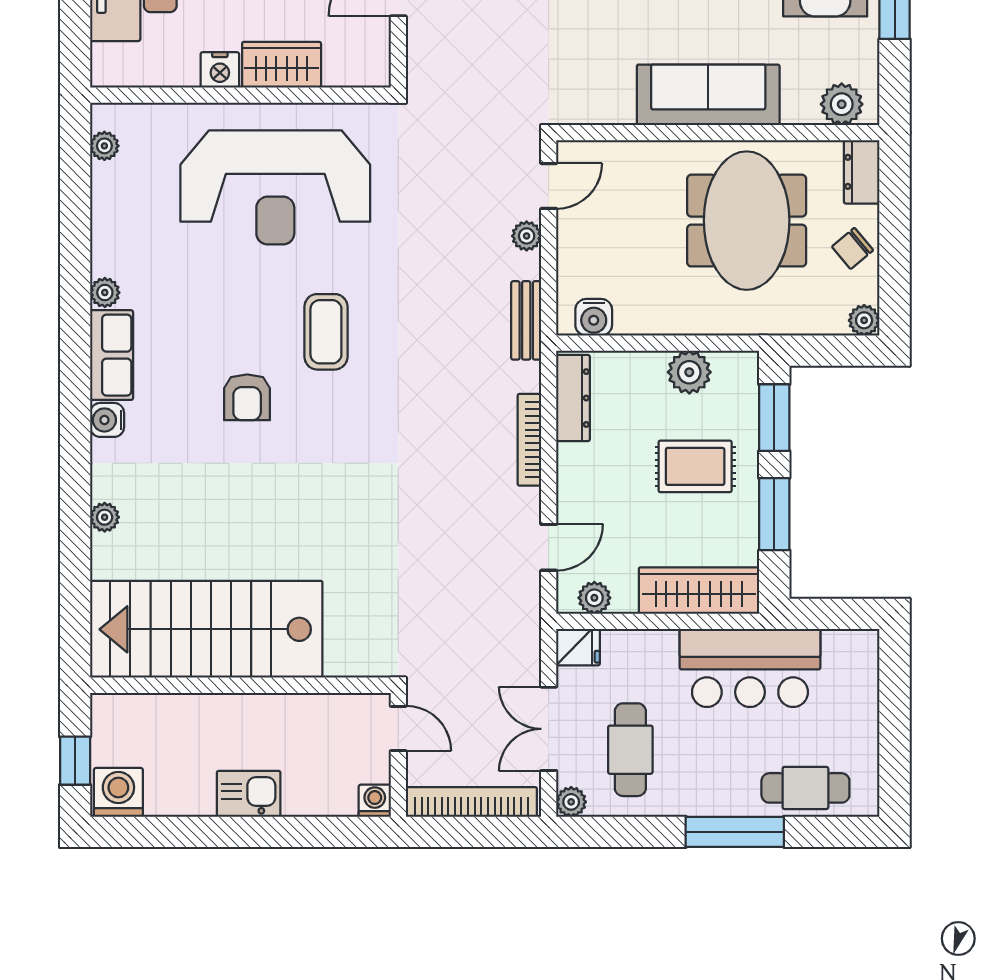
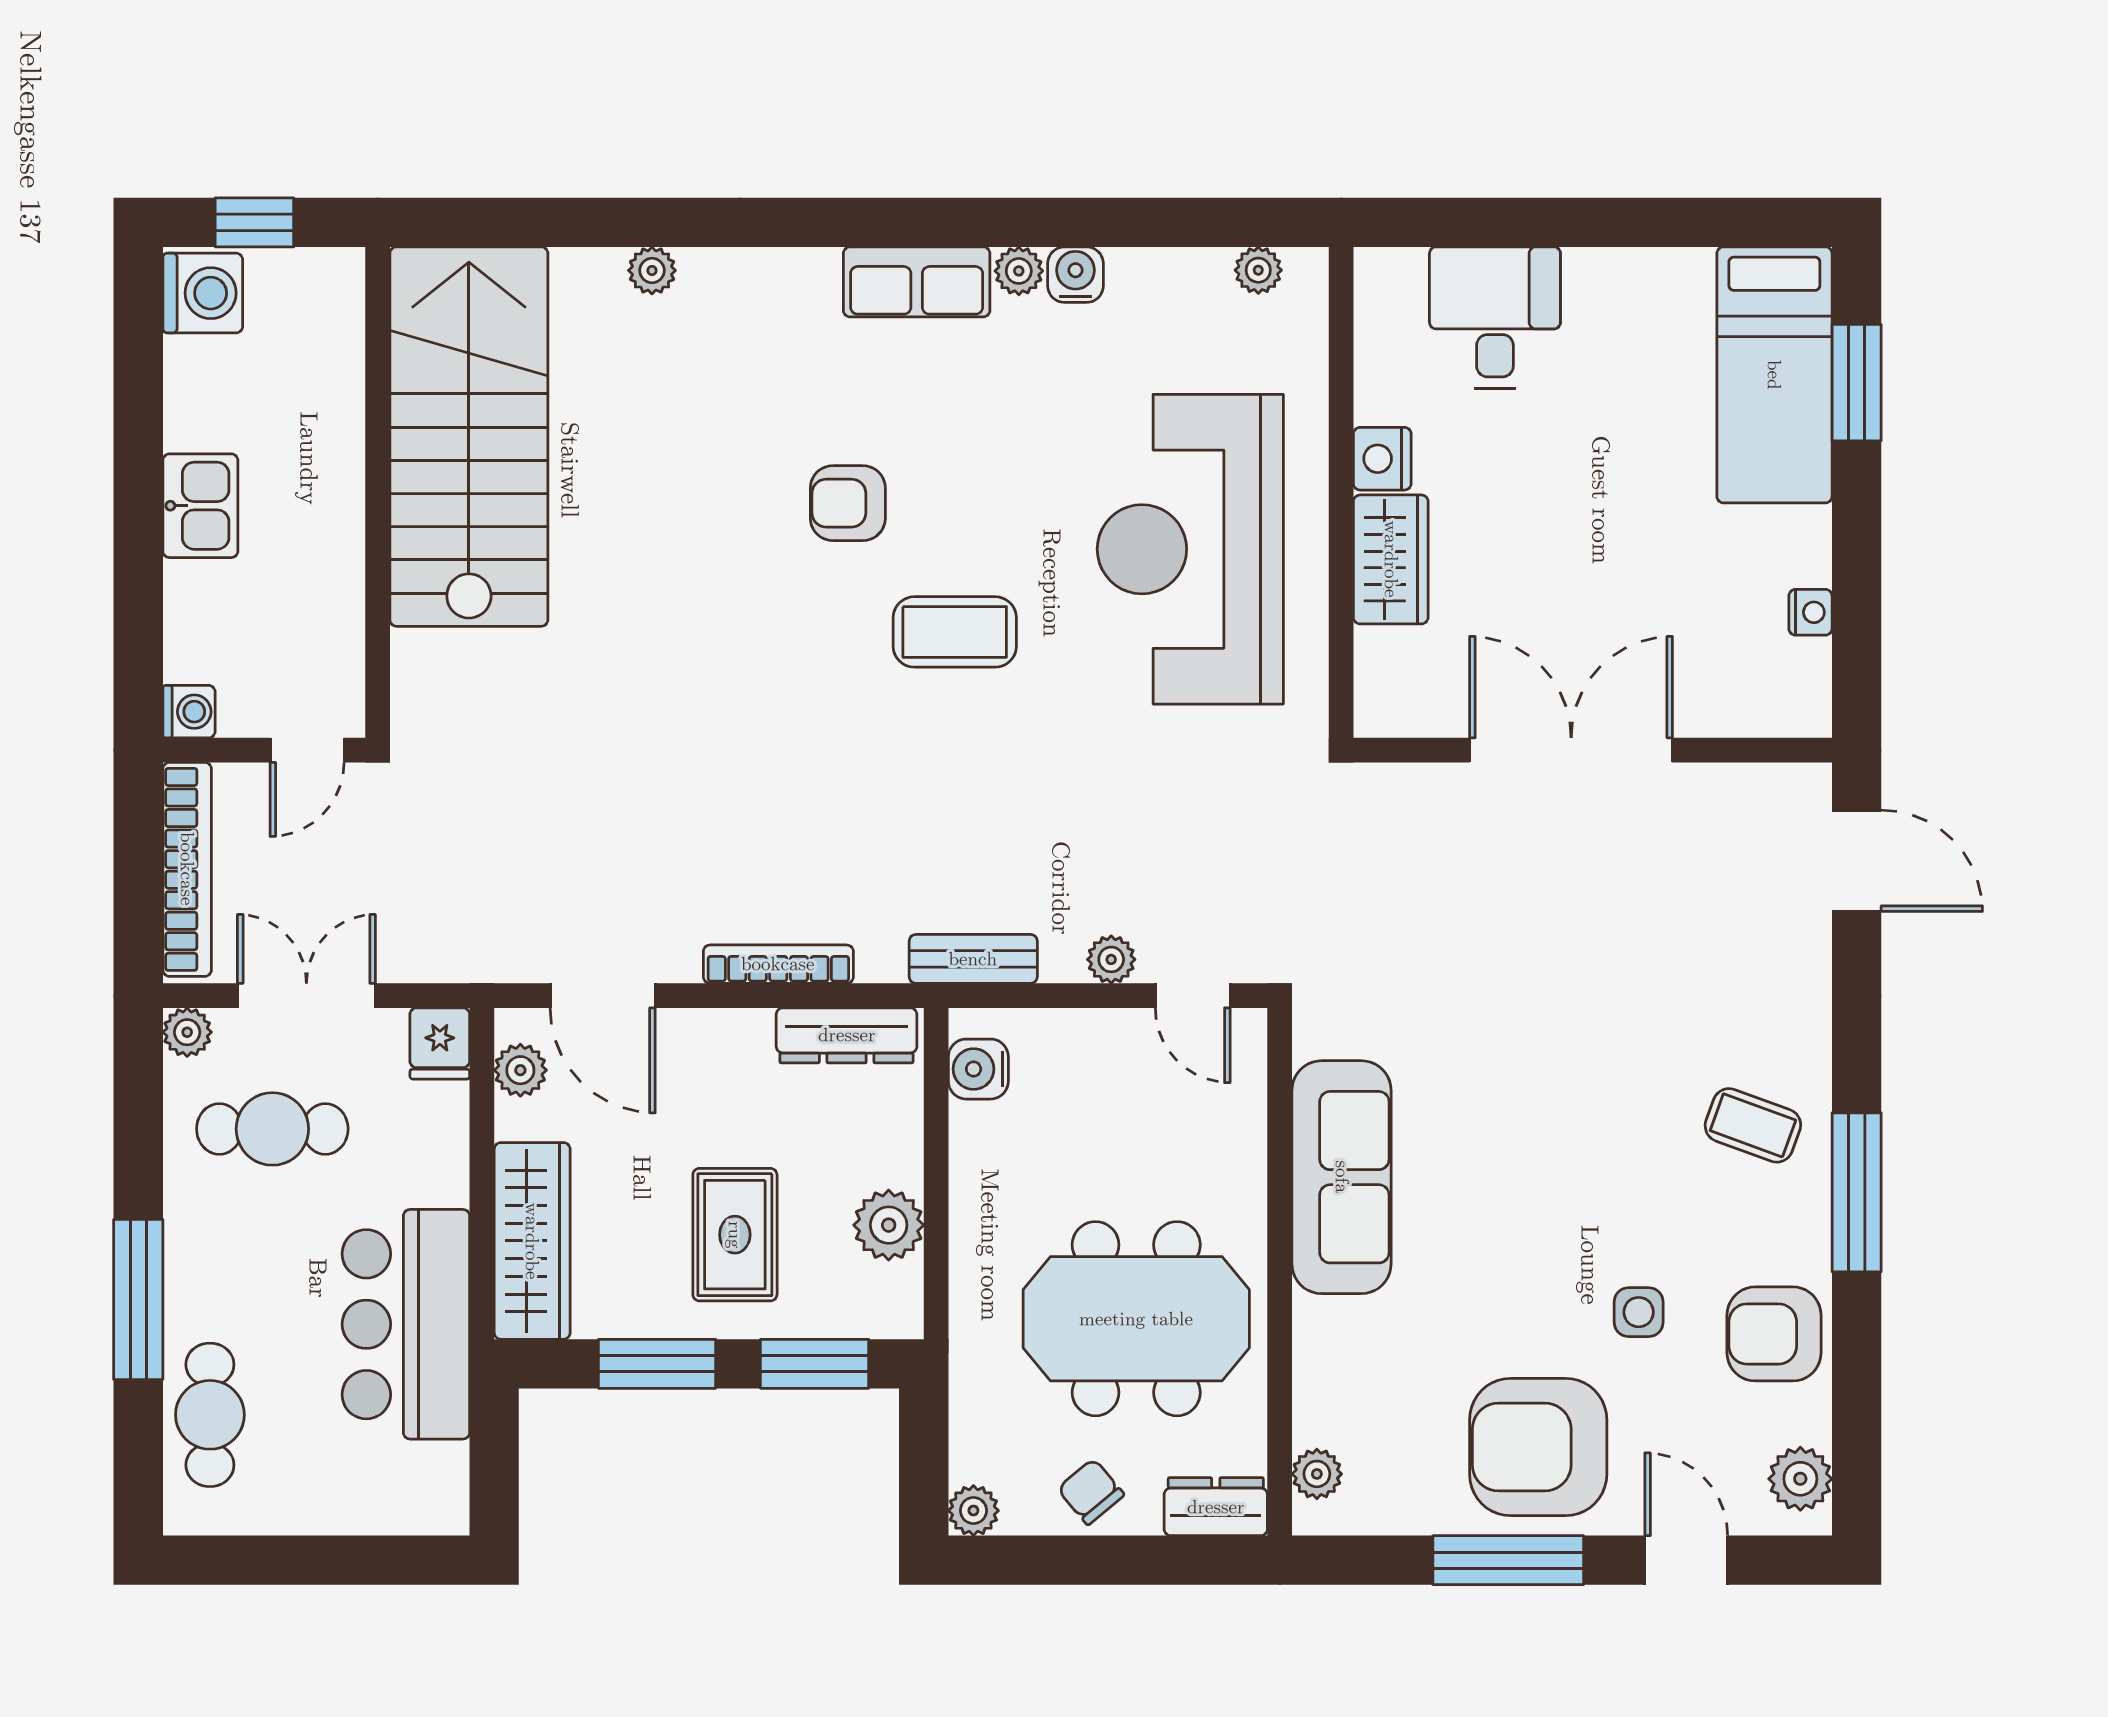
sofa: (708, 95) -> (1342, 1177), moved
plant: (842, 104) -> (1317, 1474), width x0.73, depth x0.73
water cooler: (107, 420) -> (1076, 275), moved
door: (549, 547) -> (603, 996), width x1.38

